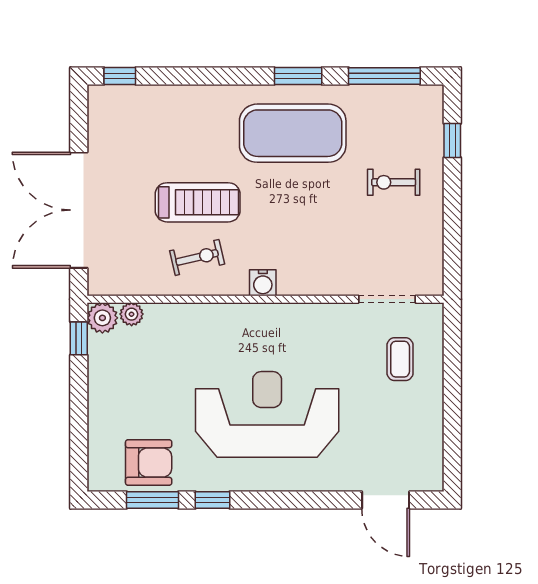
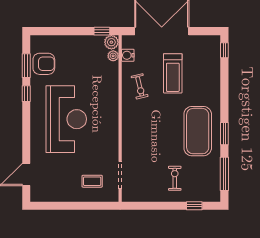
treadmill: (198, 202) -> (173, 73), moved
water cooler: (263, 283) -> (128, 55), moved
armchair: (149, 463) -> (44, 64), turned -90

